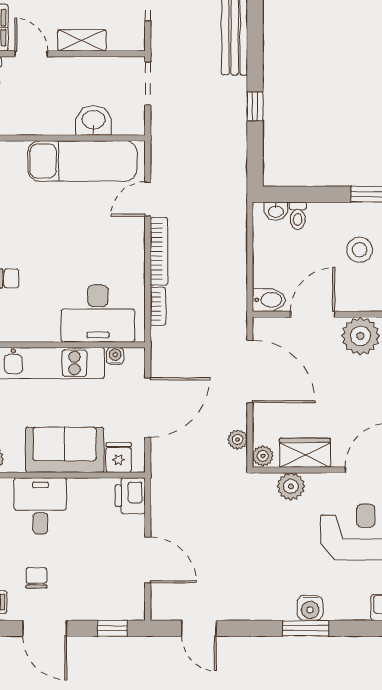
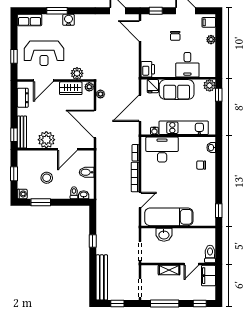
door: (31, 54) -> (191, 264), hinge flipped
bidet: (269, 300) -> (87, 172), moved
door: (148, 560) -> (140, 31), moved
chair: (36, 578) -> (175, 36), moved
window: (306, 628) -> (57, 11), moved

